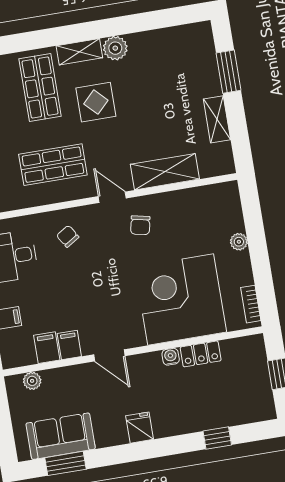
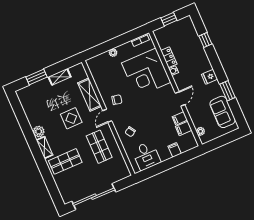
display table: (96, 102) -> (71, 118), moved
window: (65, 463) -> (228, 91), moved

